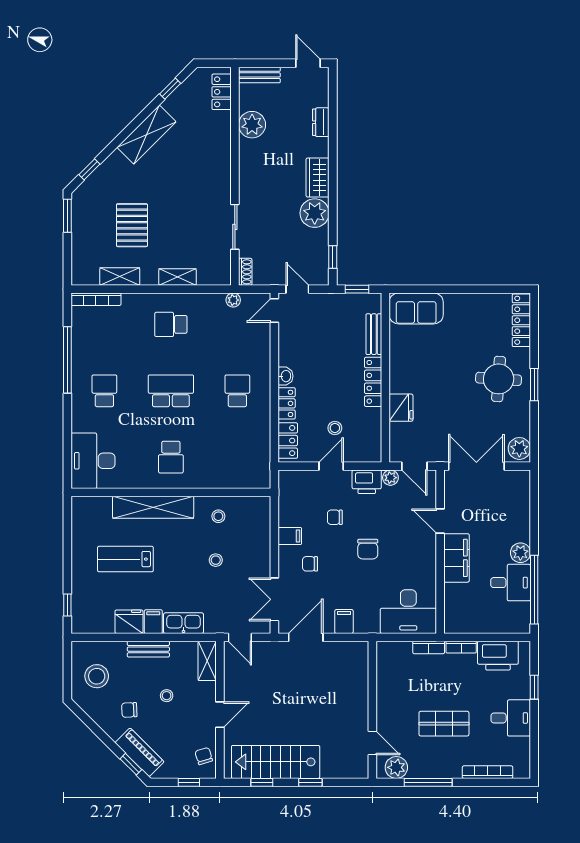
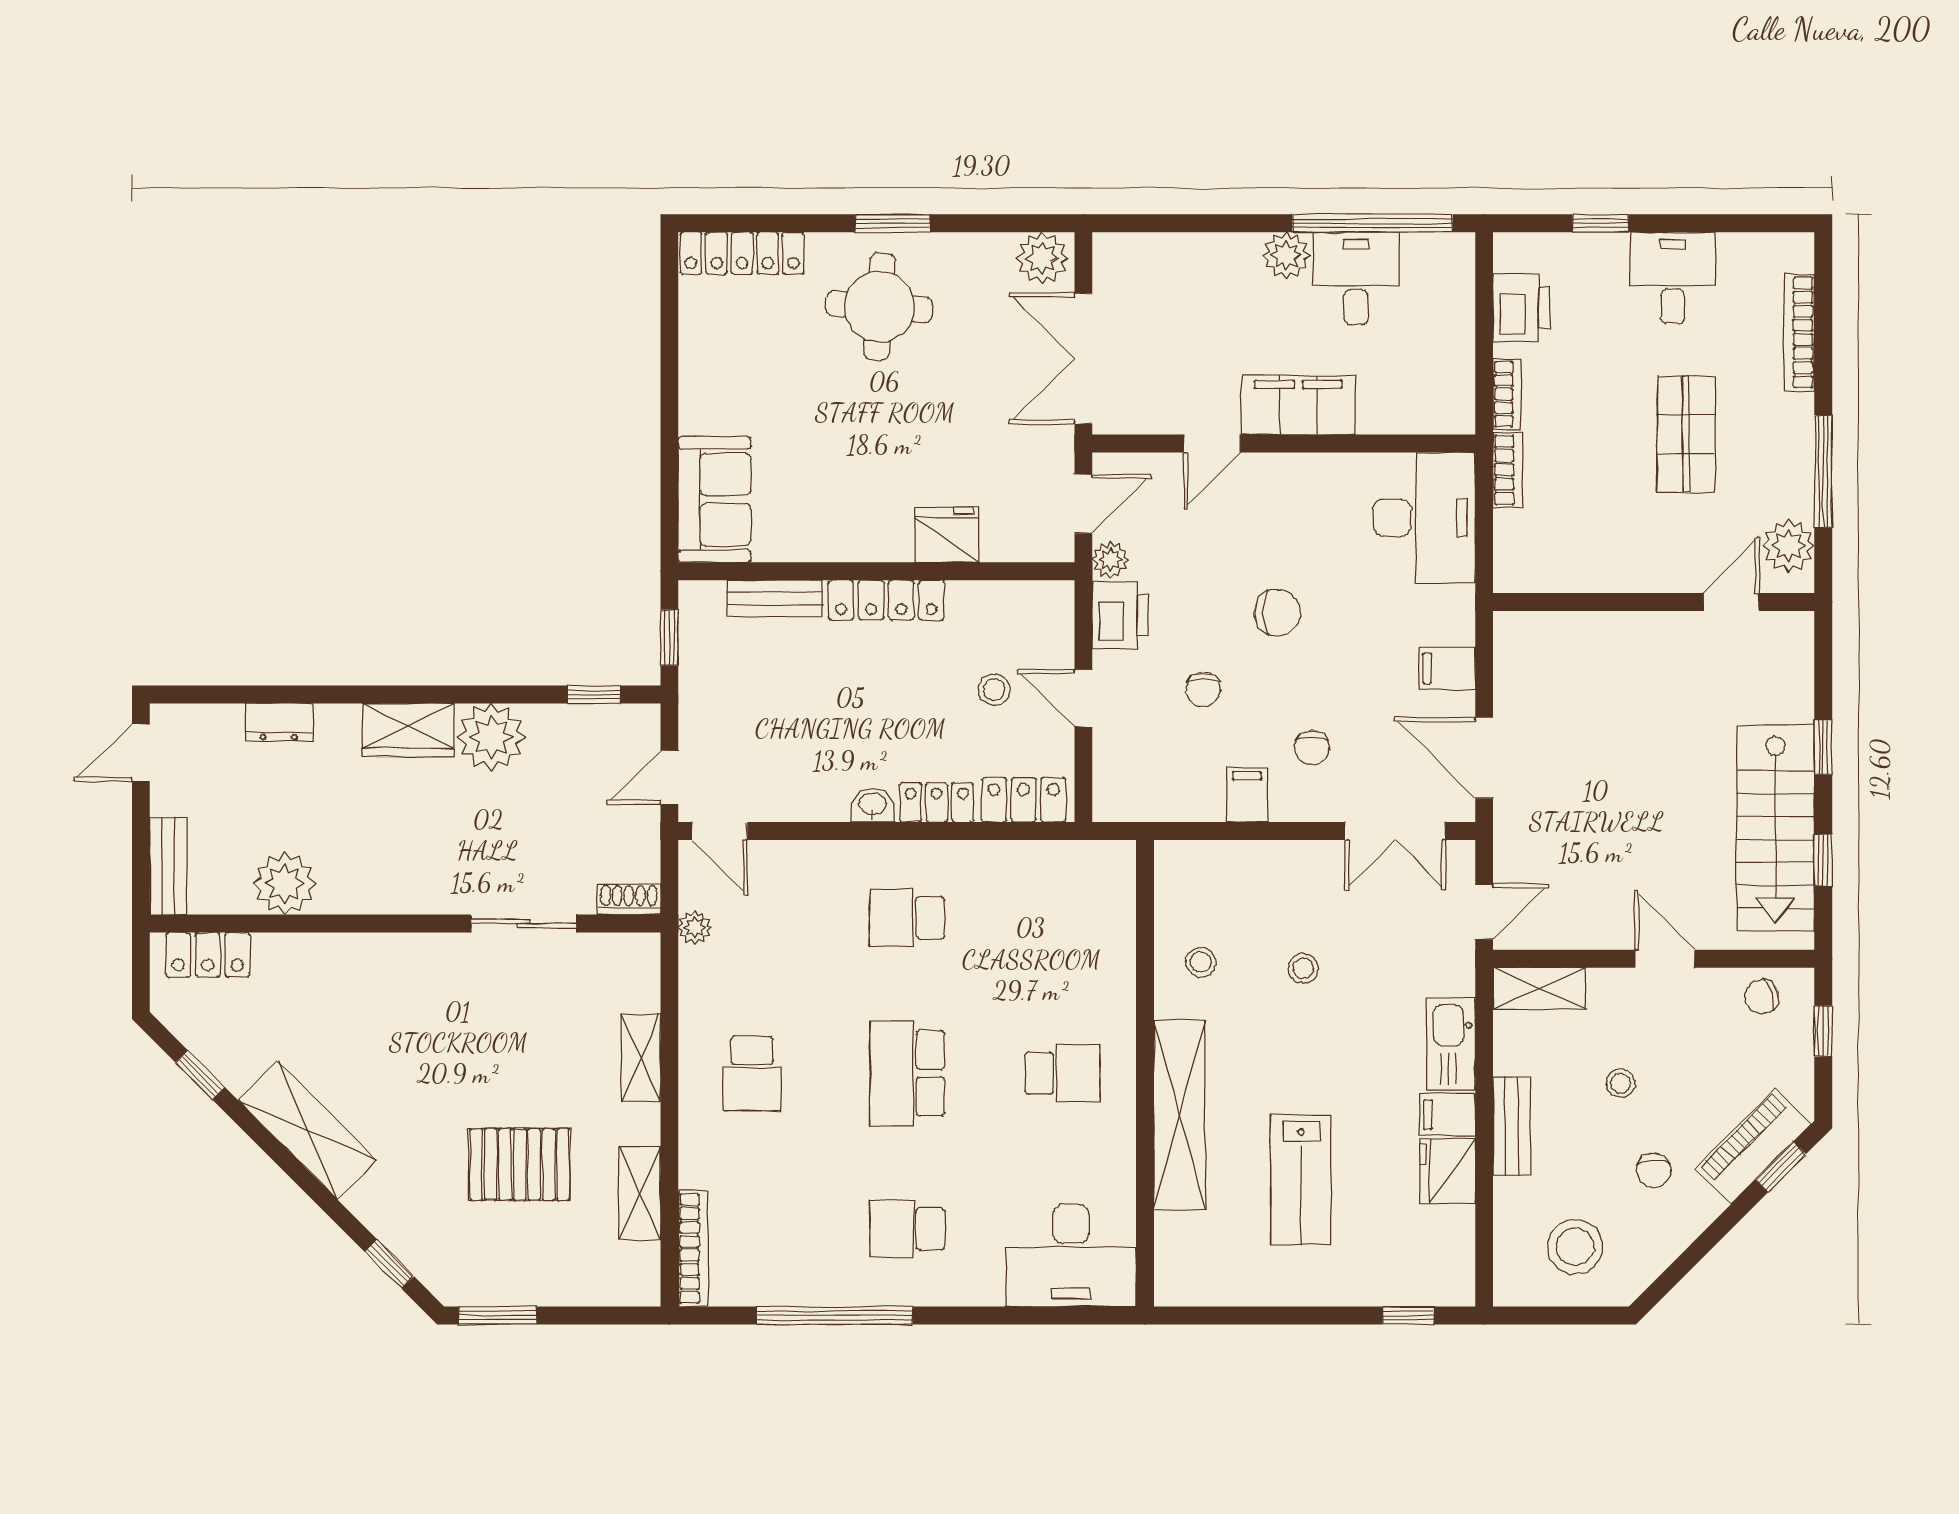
printer: (498, 656) -> (1521, 308), width x0.73, depth x0.84

